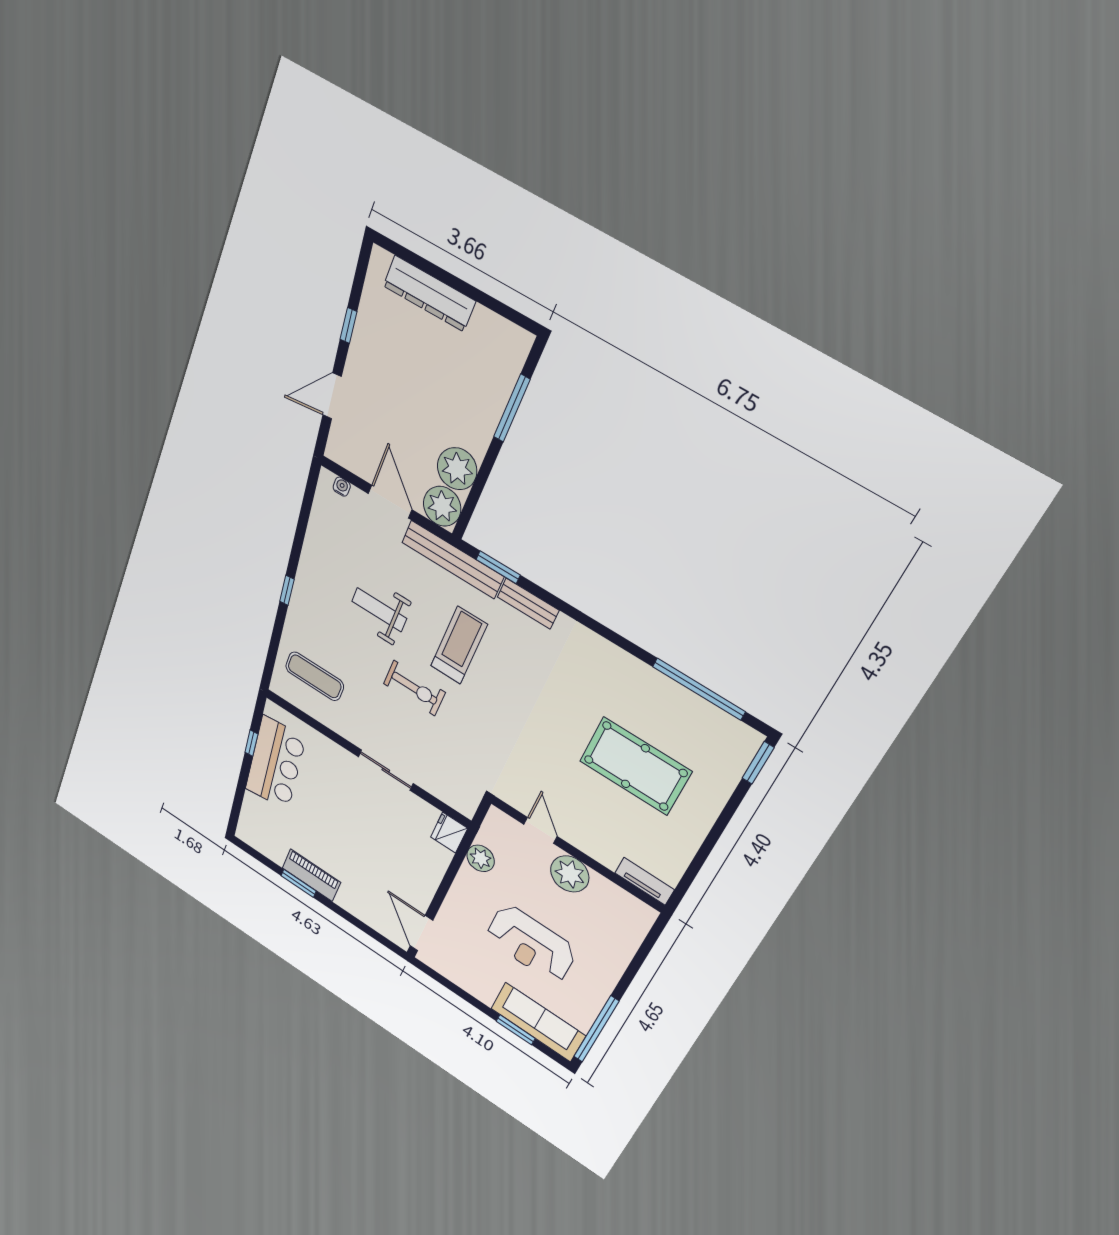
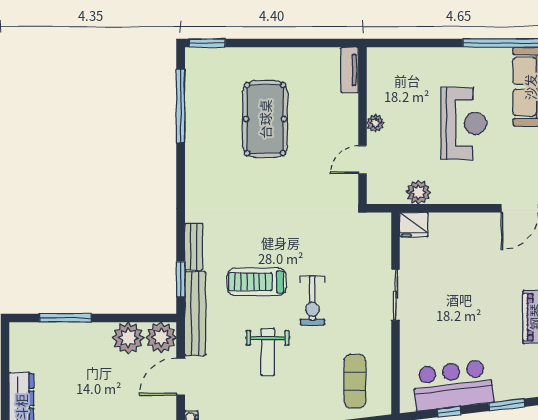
exercise bike: (414, 688) -> (312, 300), turned 180
window: (239, 797) -> (507, 405), added
plant: (570, 874) -> (375, 123), width x0.53, depth x0.53

